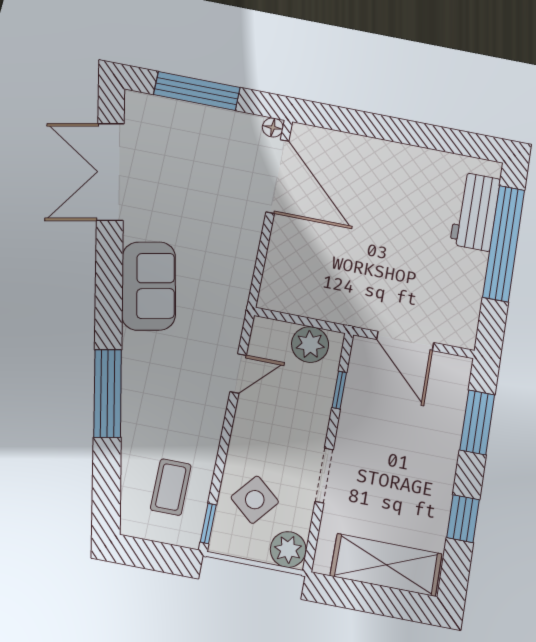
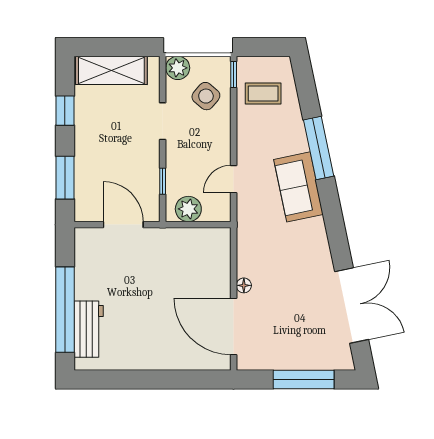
floor lamp: (273, 127) -> (244, 285), moved
sofa: (149, 286) -> (298, 187), moved
coffee table: (171, 487) -> (263, 94), turned 90

